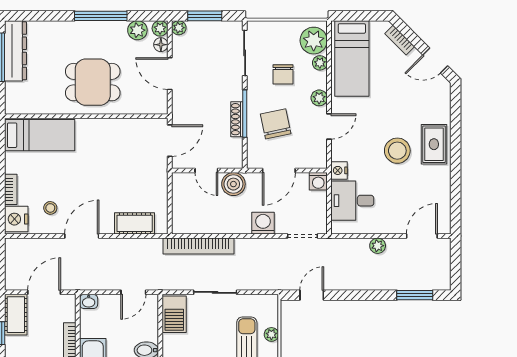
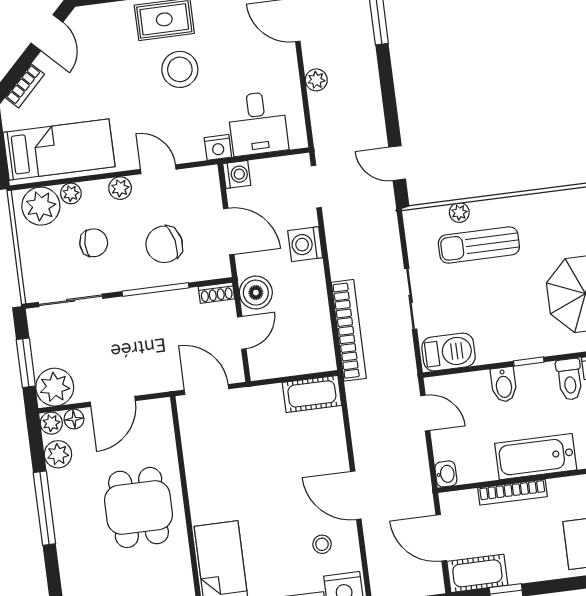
plant: (179, 28) -> (55, 387), width x1.87, depth x1.87
shoe rack: (237, 119) -> (216, 293), moved, width x0.70
cot: (135, 223) -> (312, 394), moved, turned 90

